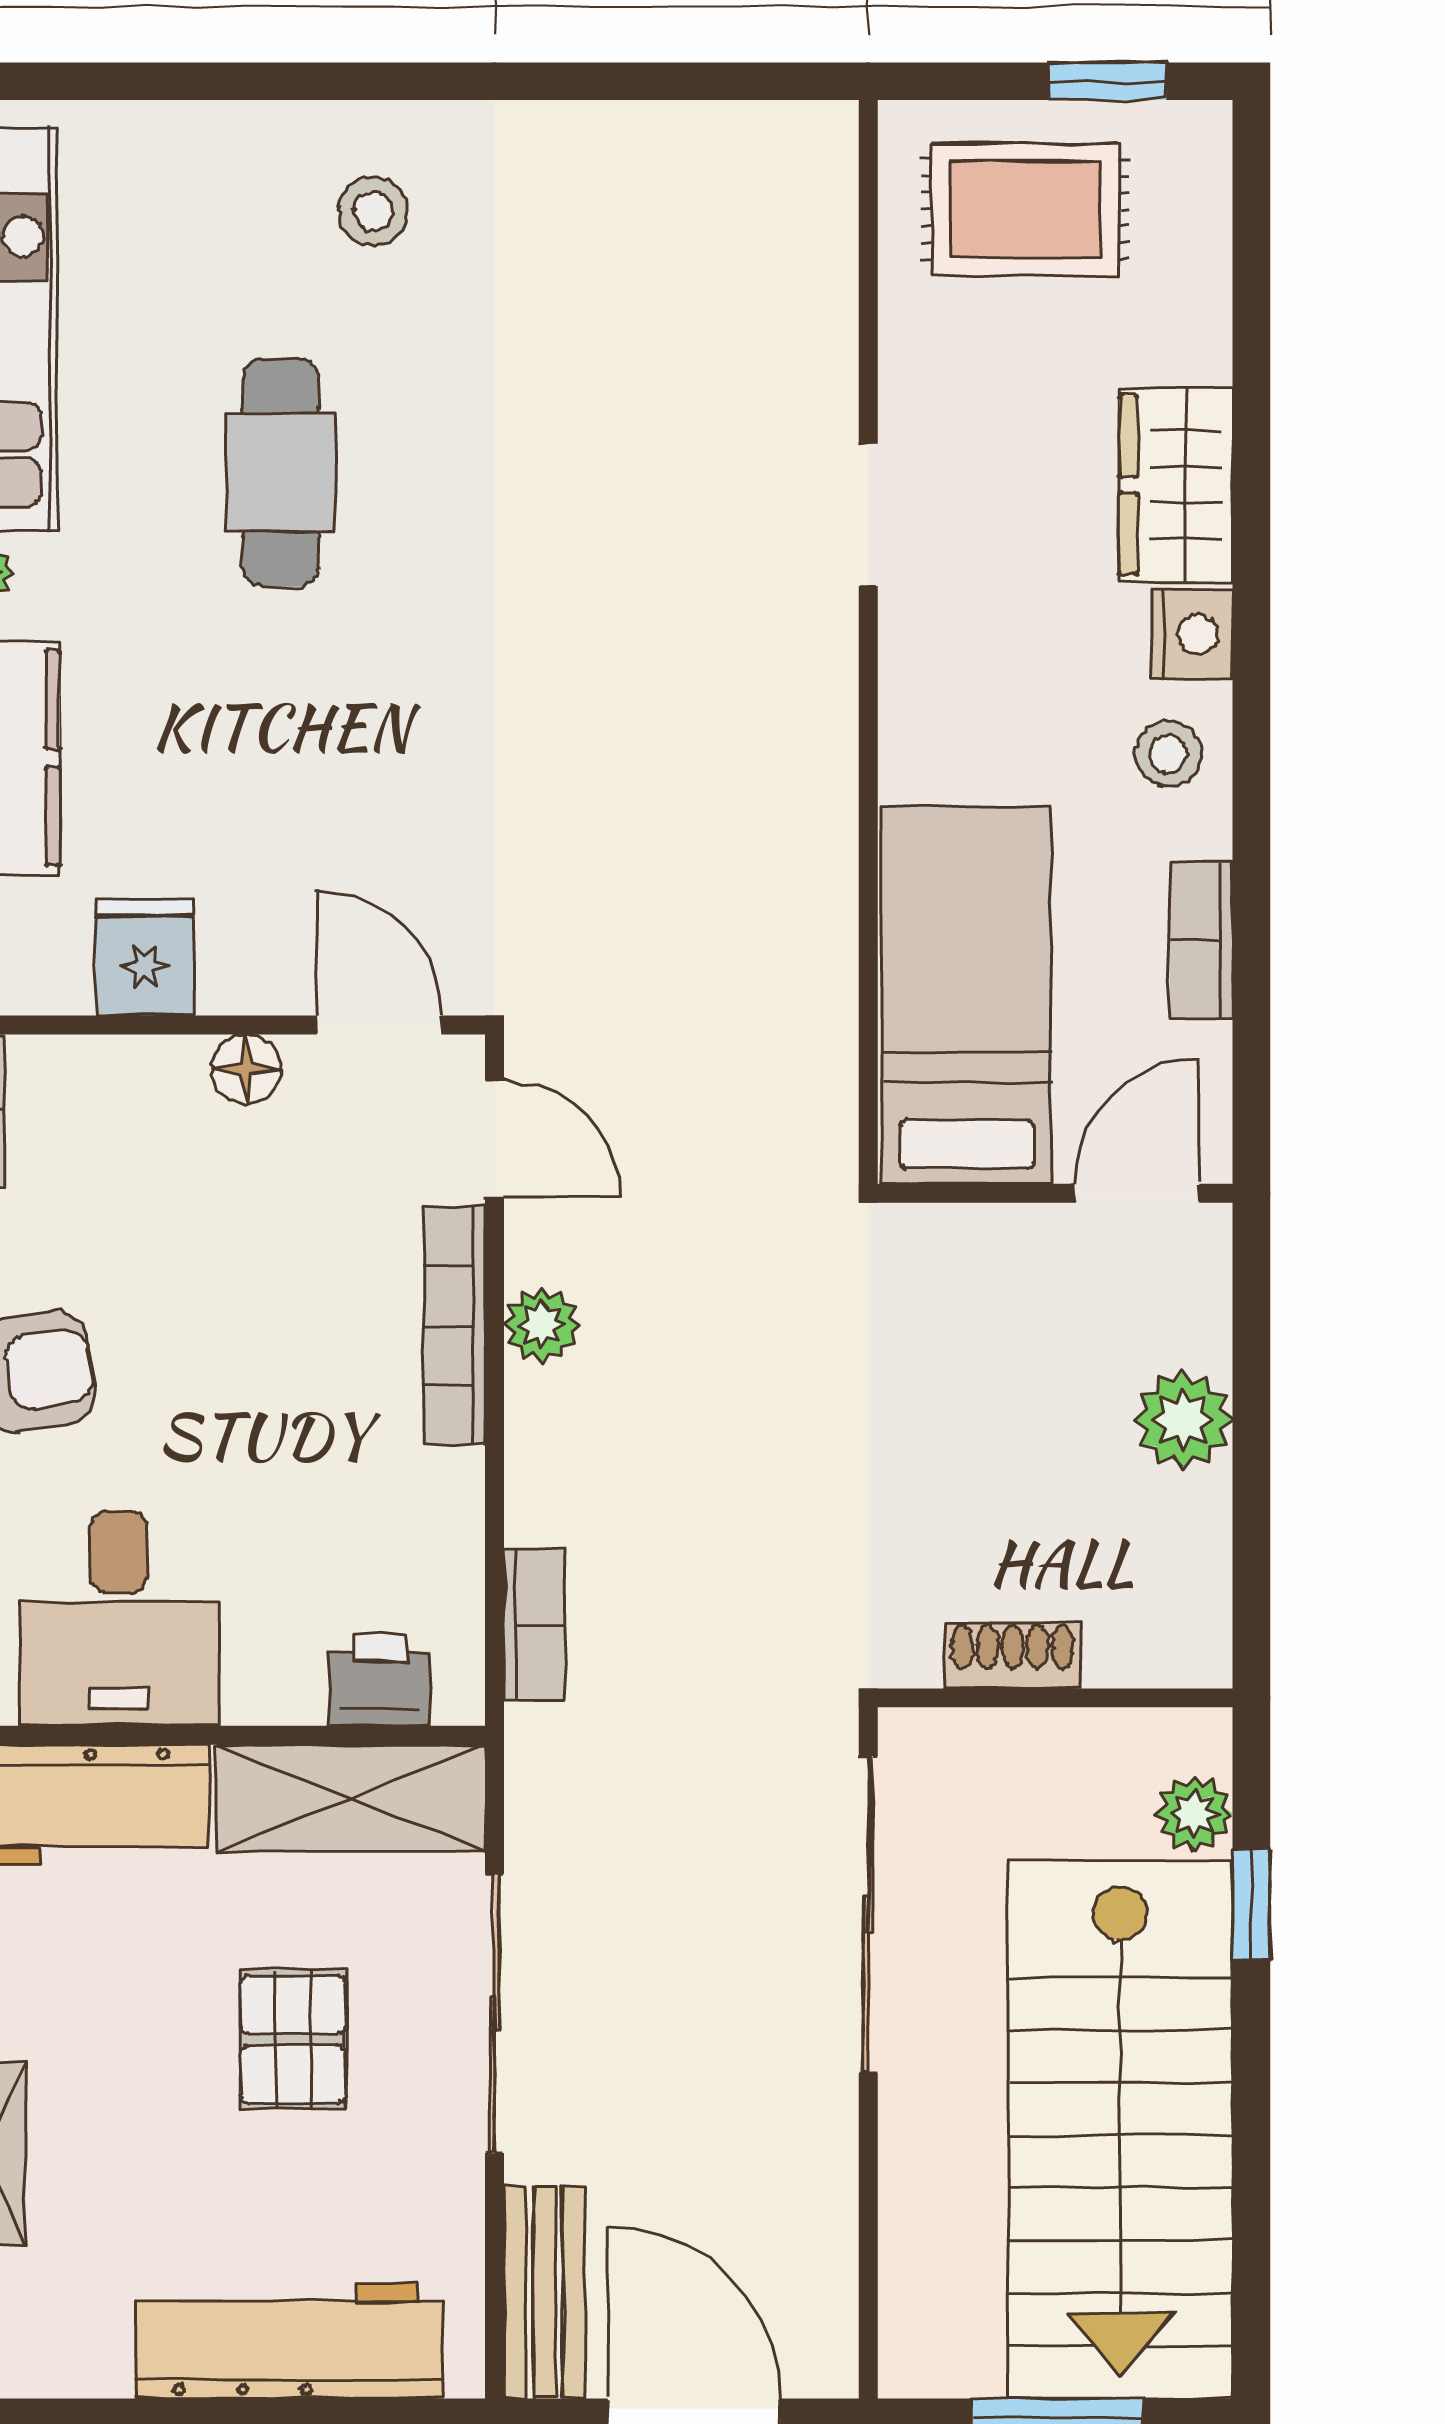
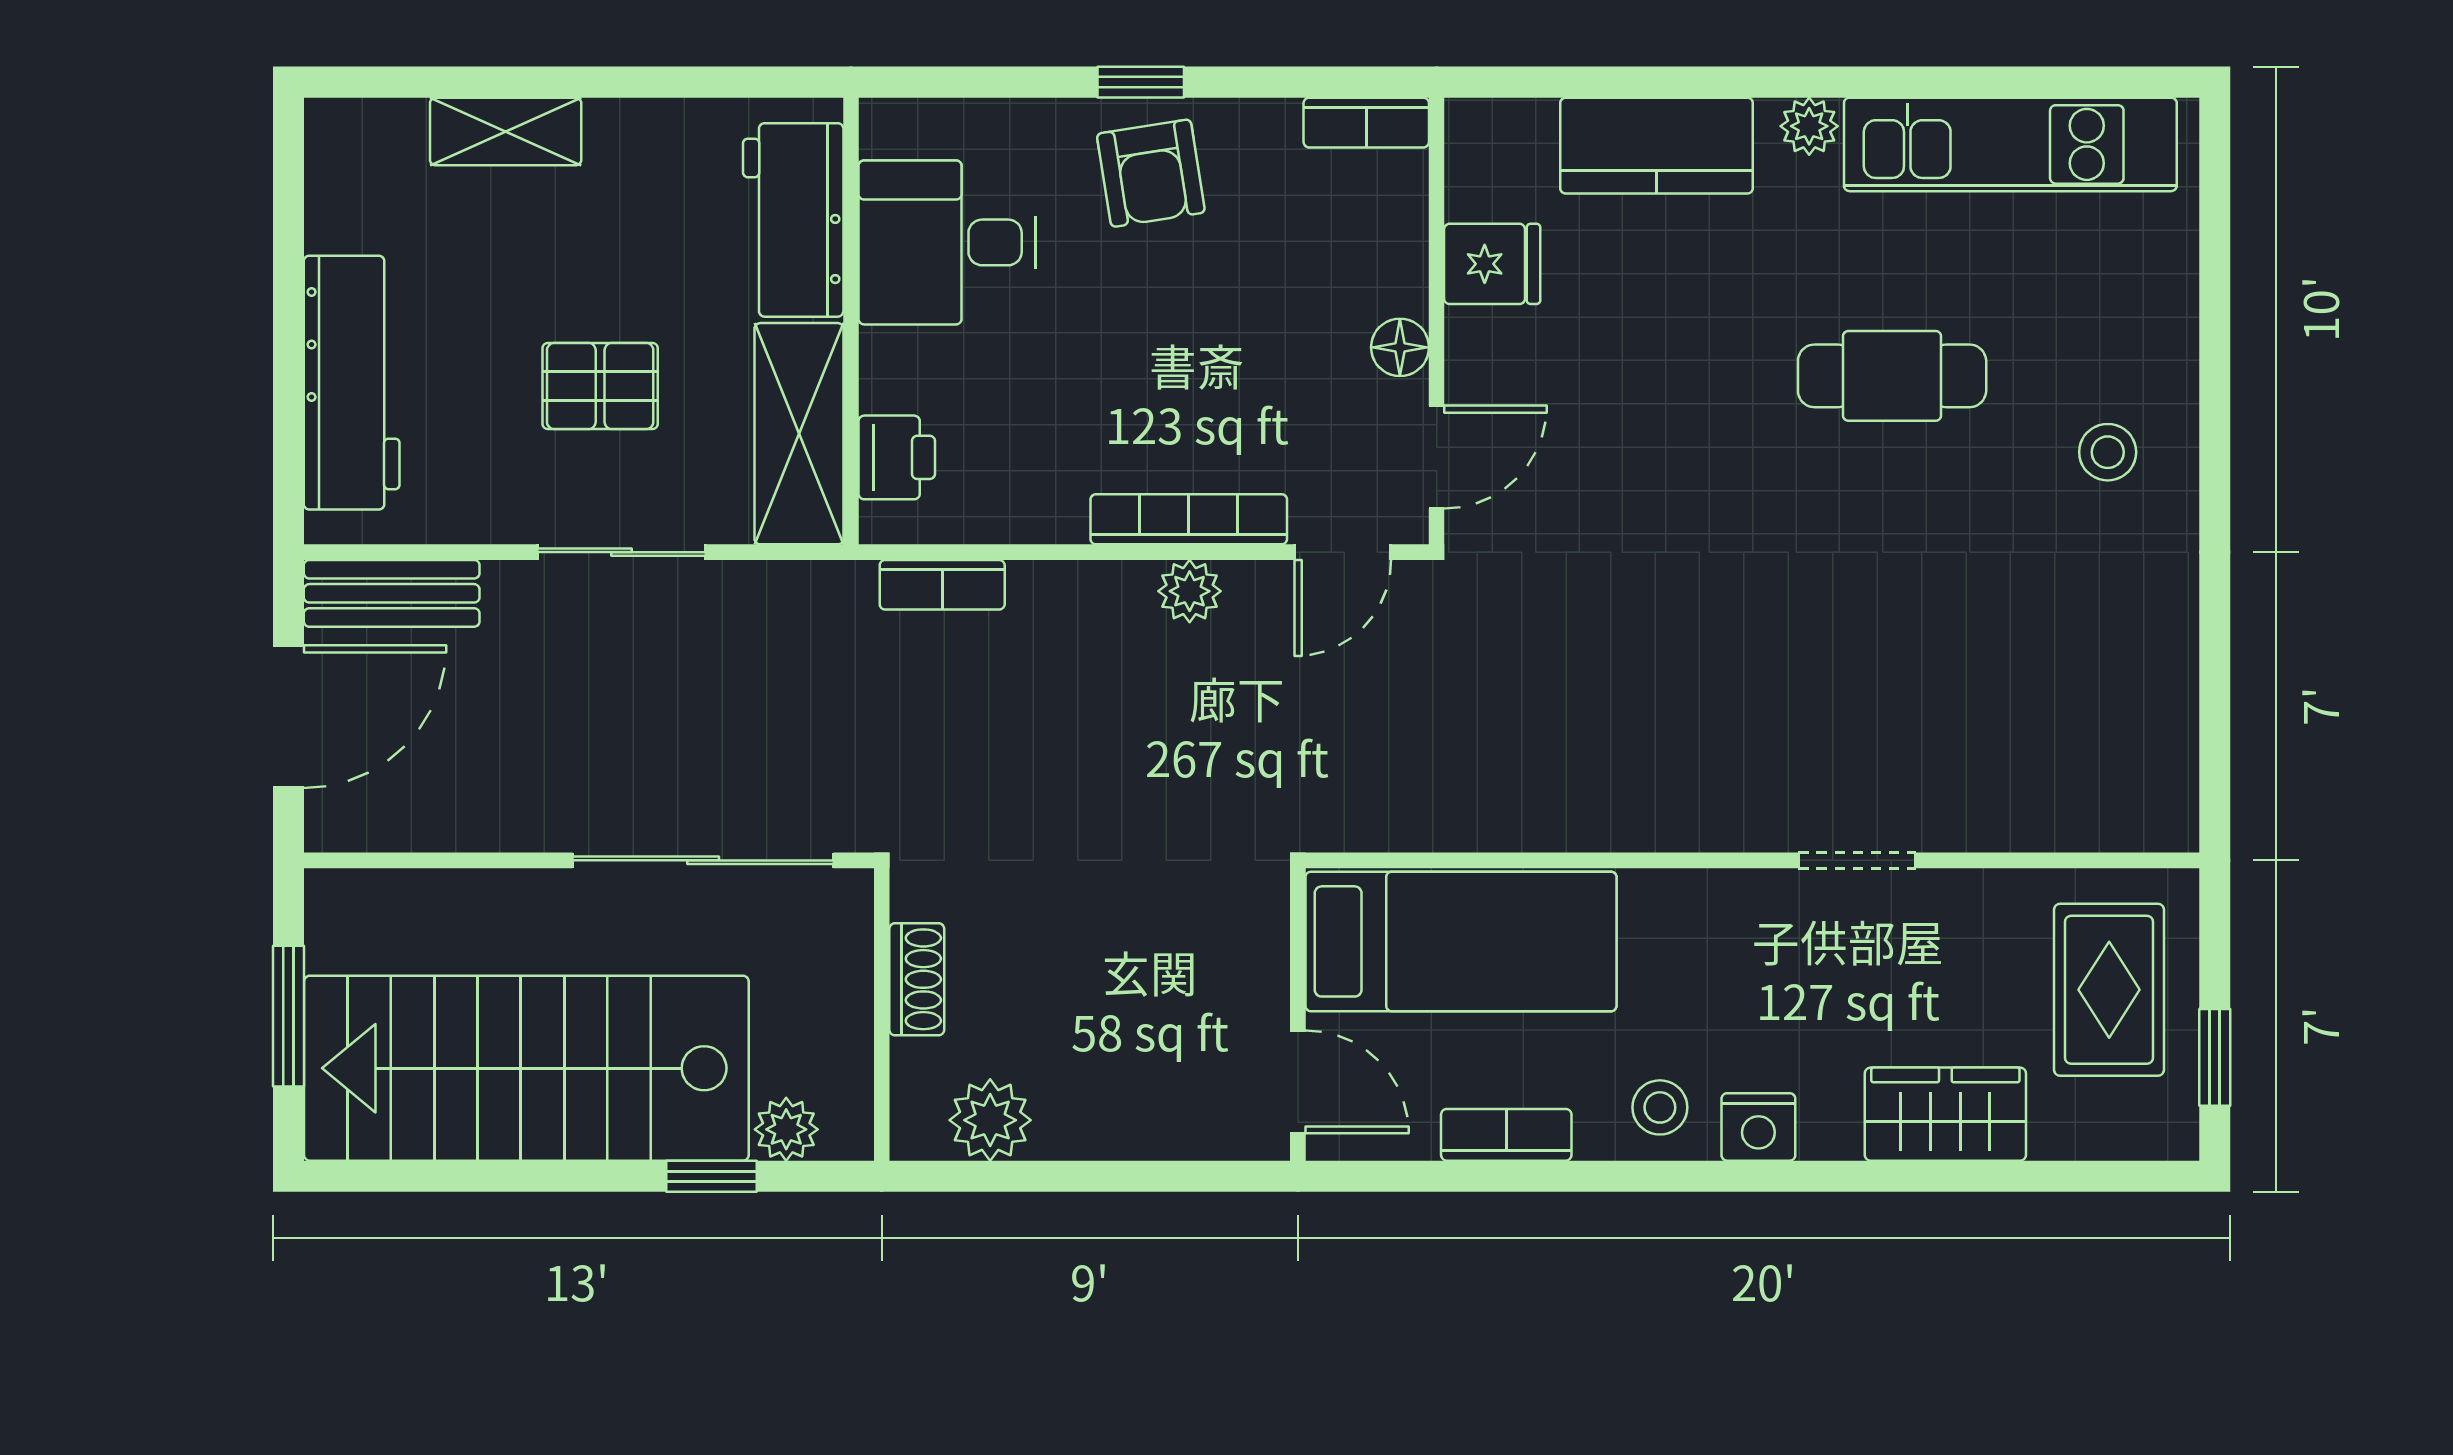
wardrobe: (1176, 485) -> (1945, 1114), moved
plant: (1183, 1420) -> (990, 1120), moved
sliding door: (494, 2014) -> (621, 552), width x0.73

